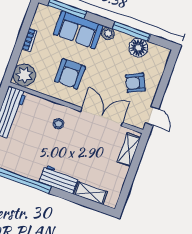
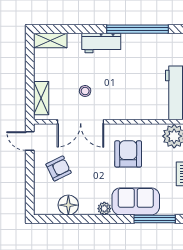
window: (131, 31) -> (81, 219), removed
stool: (58, 124) -> (85, 91), moved
shelving: (91, 193) -> (50, 40), moved

